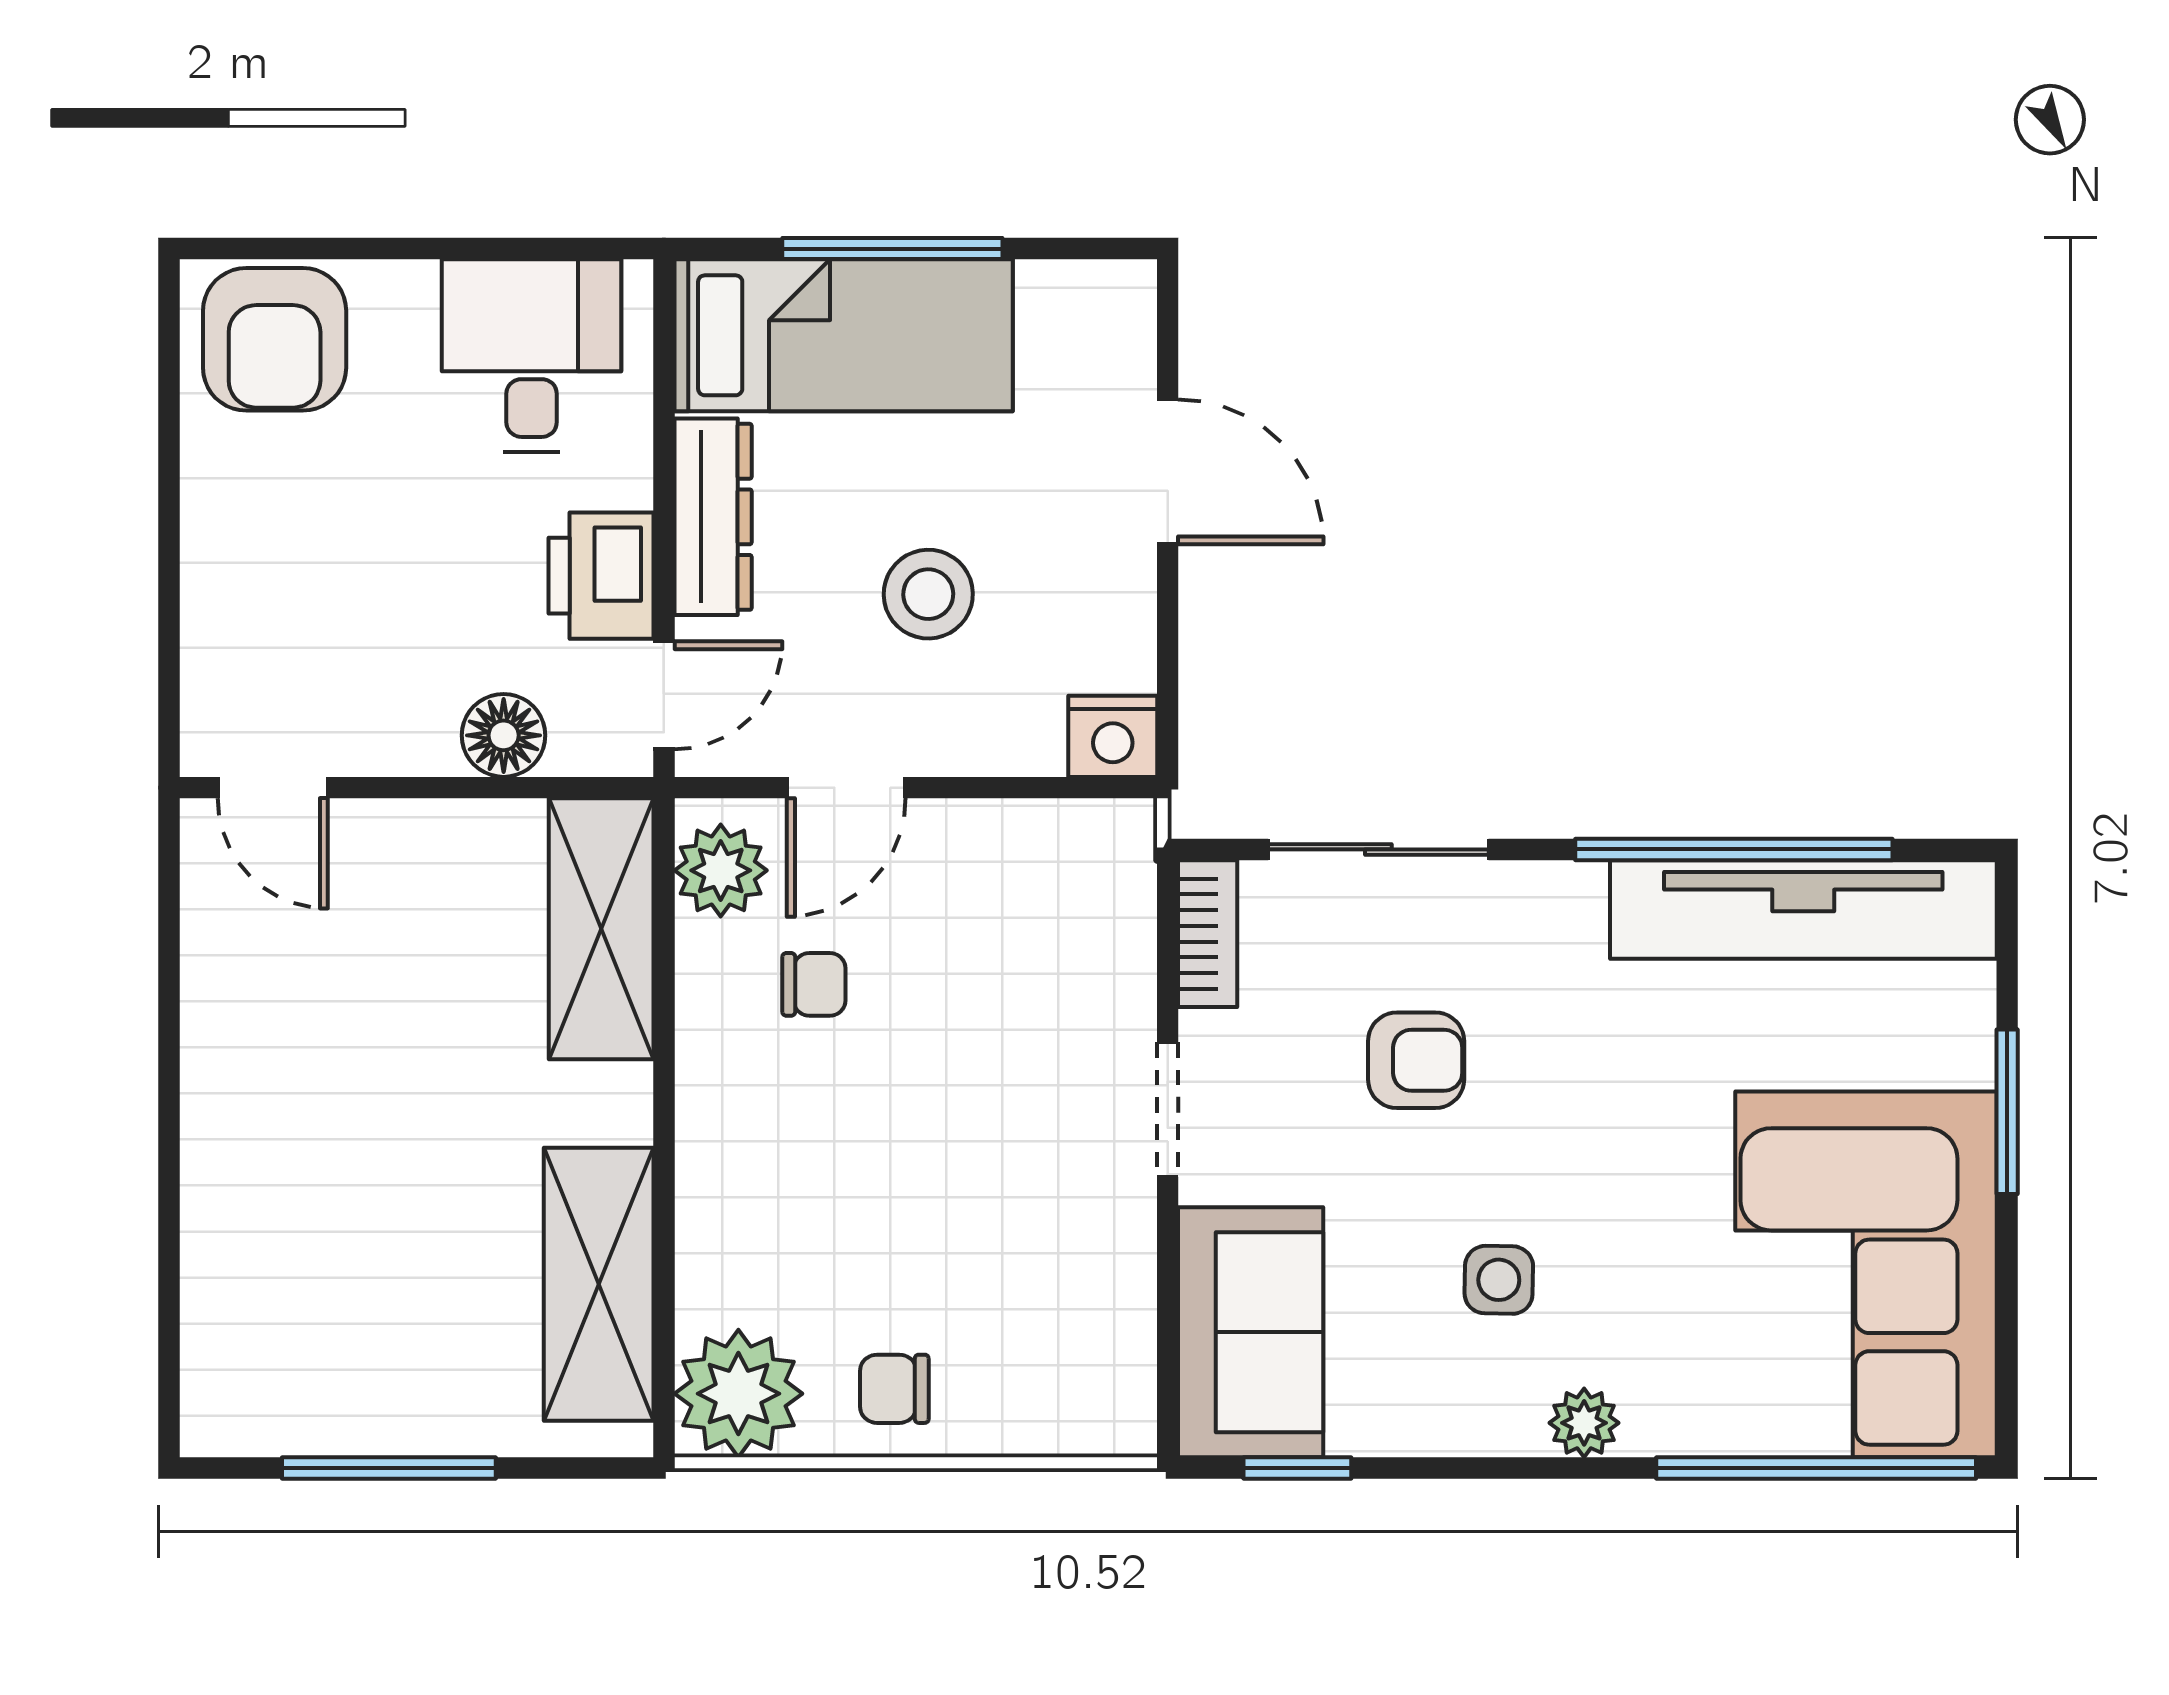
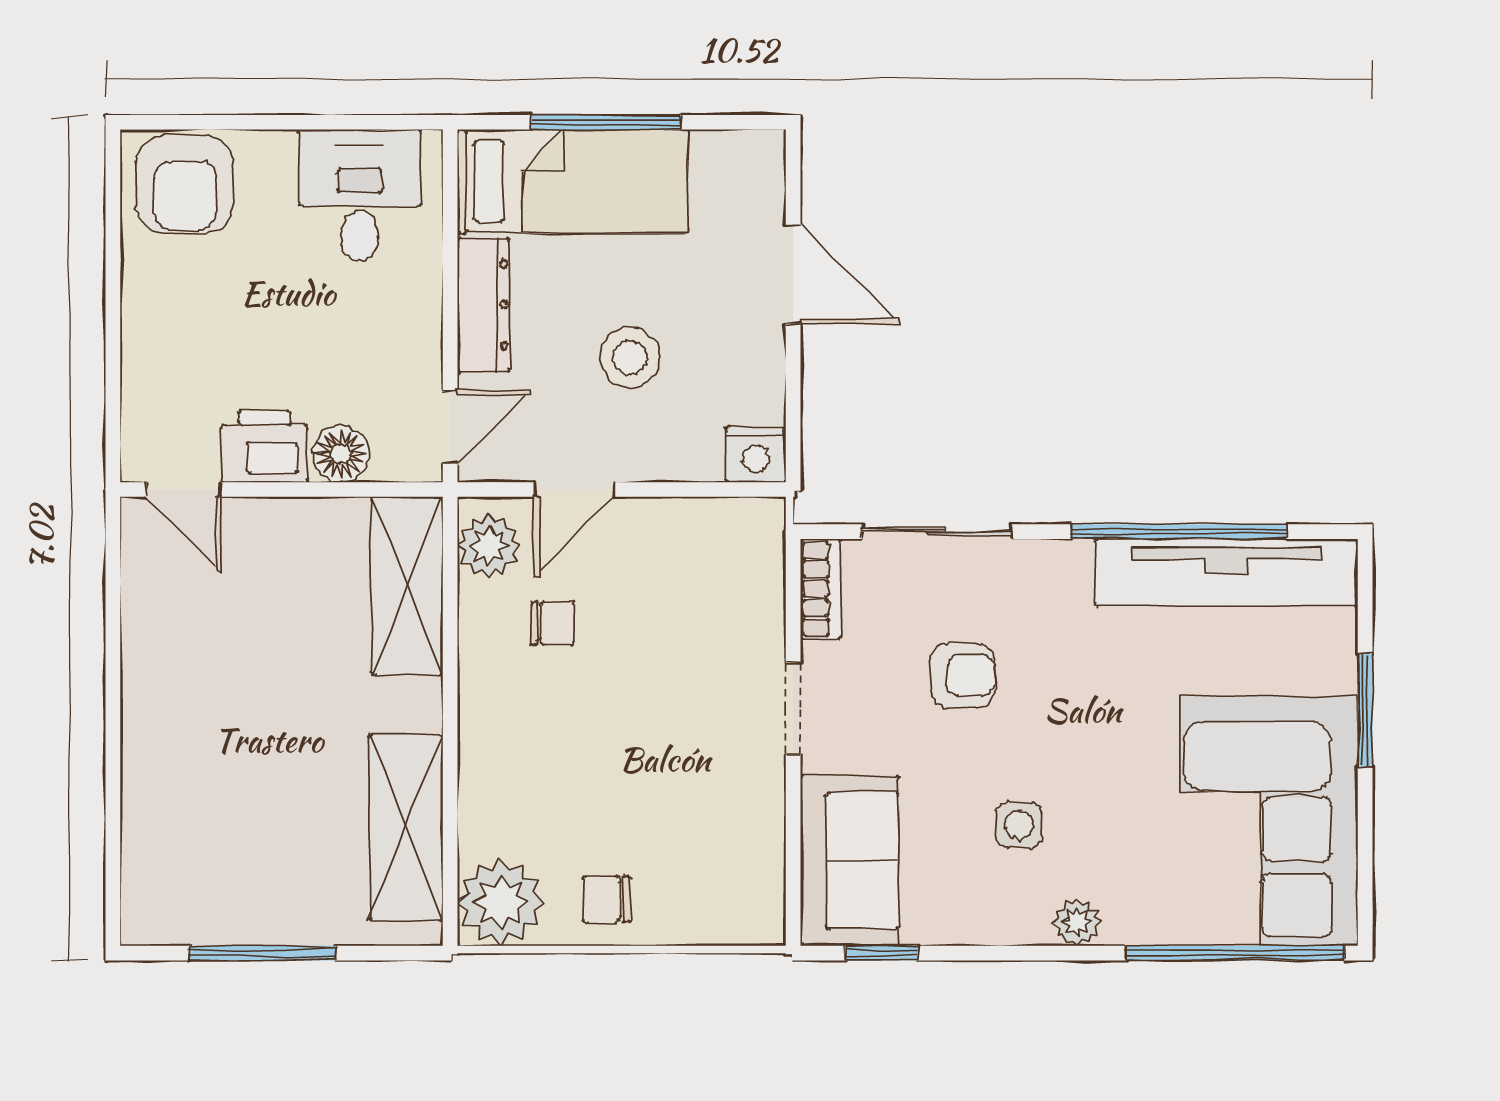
printer: (601, 576) -> (265, 447), moved, turned 90

